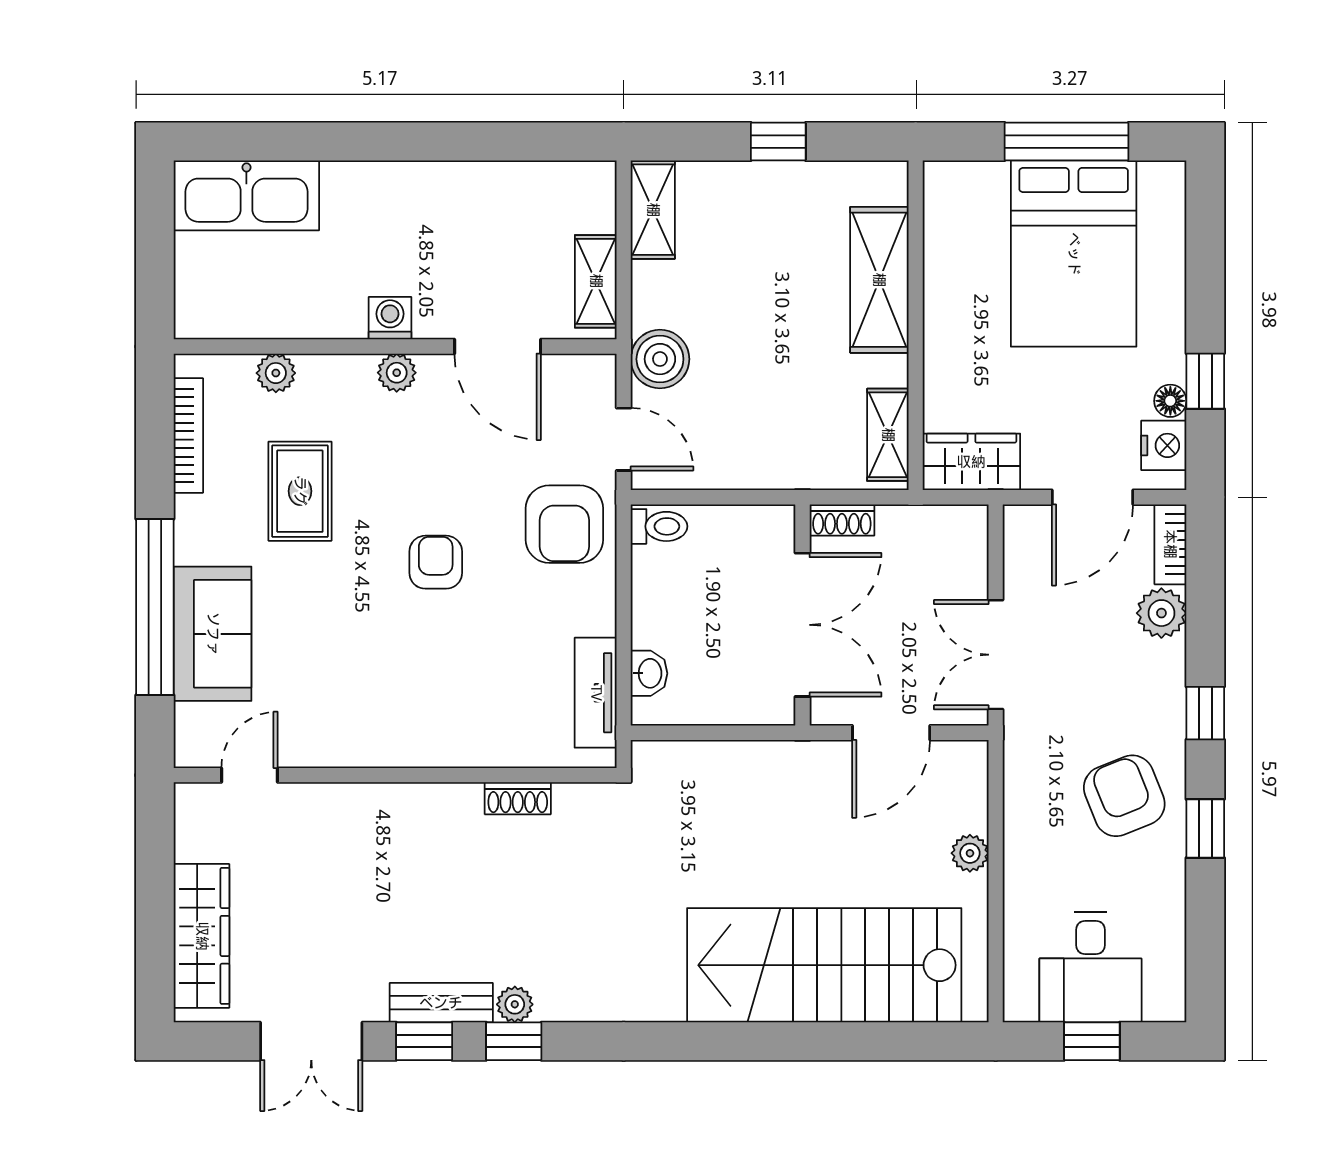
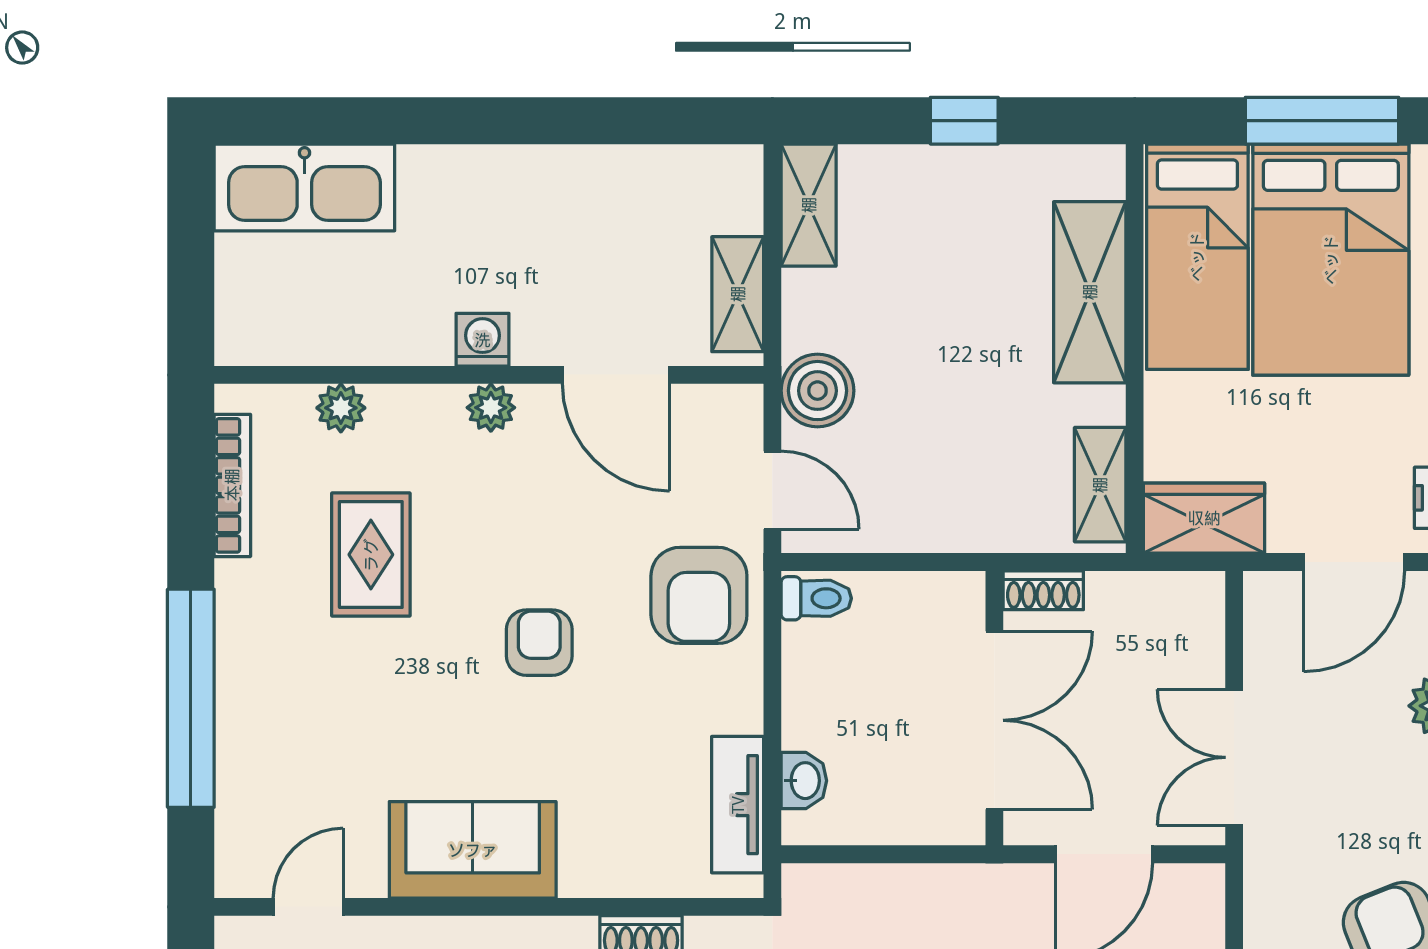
bed: (966, 251) -> (1197, 257), added
sofa: (213, 634) -> (473, 850), moved, turned -90

